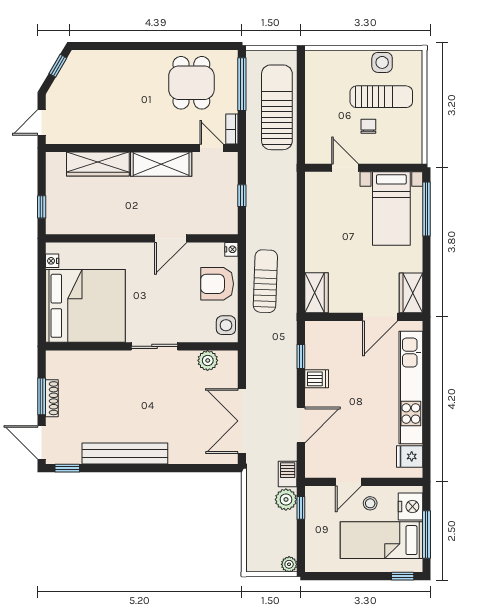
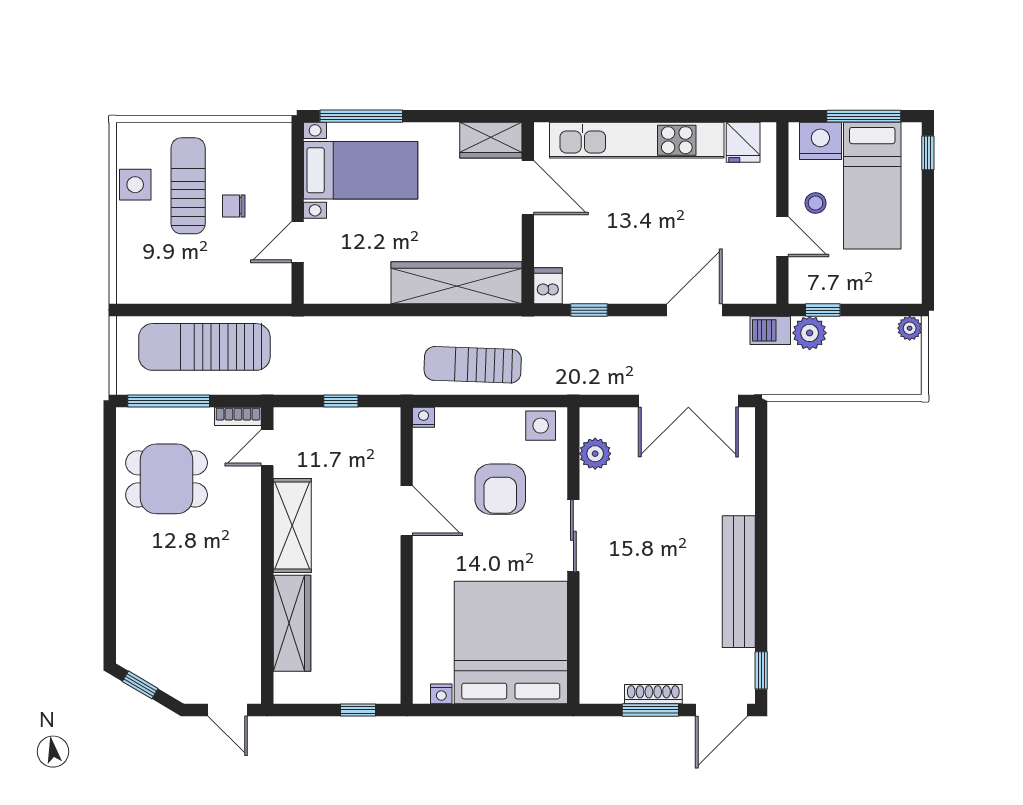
armchair: (217, 284) -> (500, 489), moved
wardrobe: (316, 293) -> (456, 283), width x2.10, depth x1.17
dishwasher: (317, 379) -> (548, 286), moved
door: (301, 425) -> (695, 310), hinge flipped

